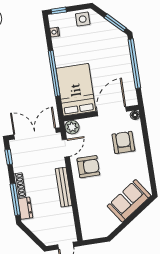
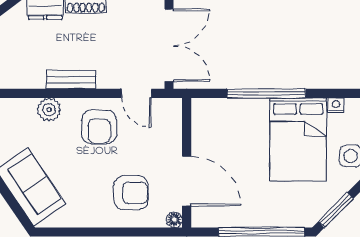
bed: (76, 90) -> (298, 140), moved, turned 90
plant: (72, 127) -> (49, 110), moved
bench: (64, 187) -> (71, 80), width x0.73

